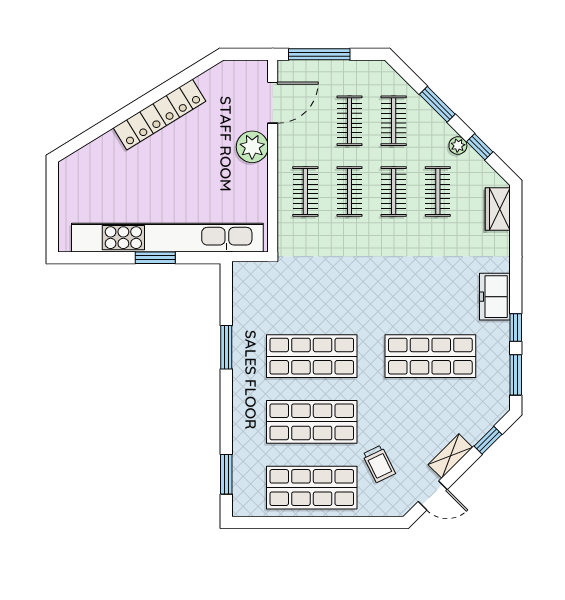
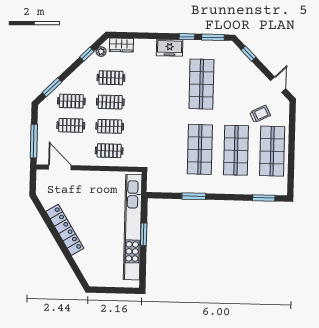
window: (437, 104) -> (52, 87), moved
plant: (458, 146) -> (101, 52), moved
plant: (252, 147) -> (84, 179), removed
shelving: (450, 456) -> (257, 74), removed

